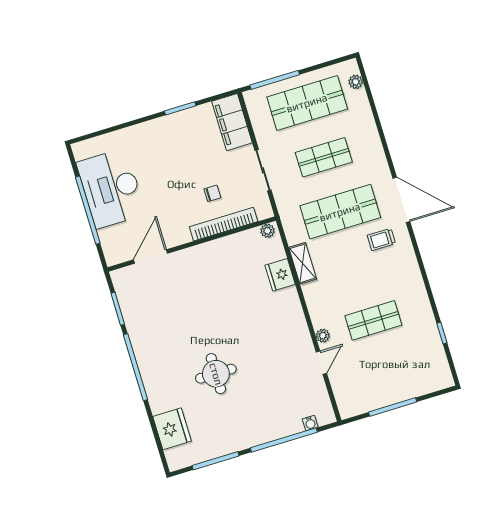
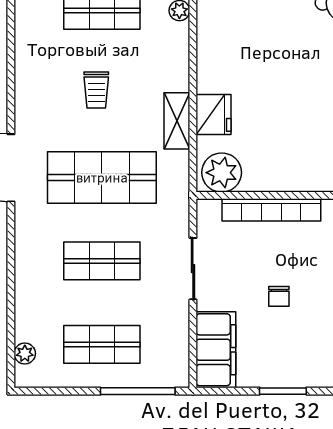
shop shelf: (307, 103) -> (102, 344), width x0.70, depth x0.74
chair: (212, 193) -> (279, 296), moved, turned -90
plant: (267, 231) -> (222, 173), width x1.88, depth x1.88
trolley: (381, 239) -> (96, 90), moved, turned 90

